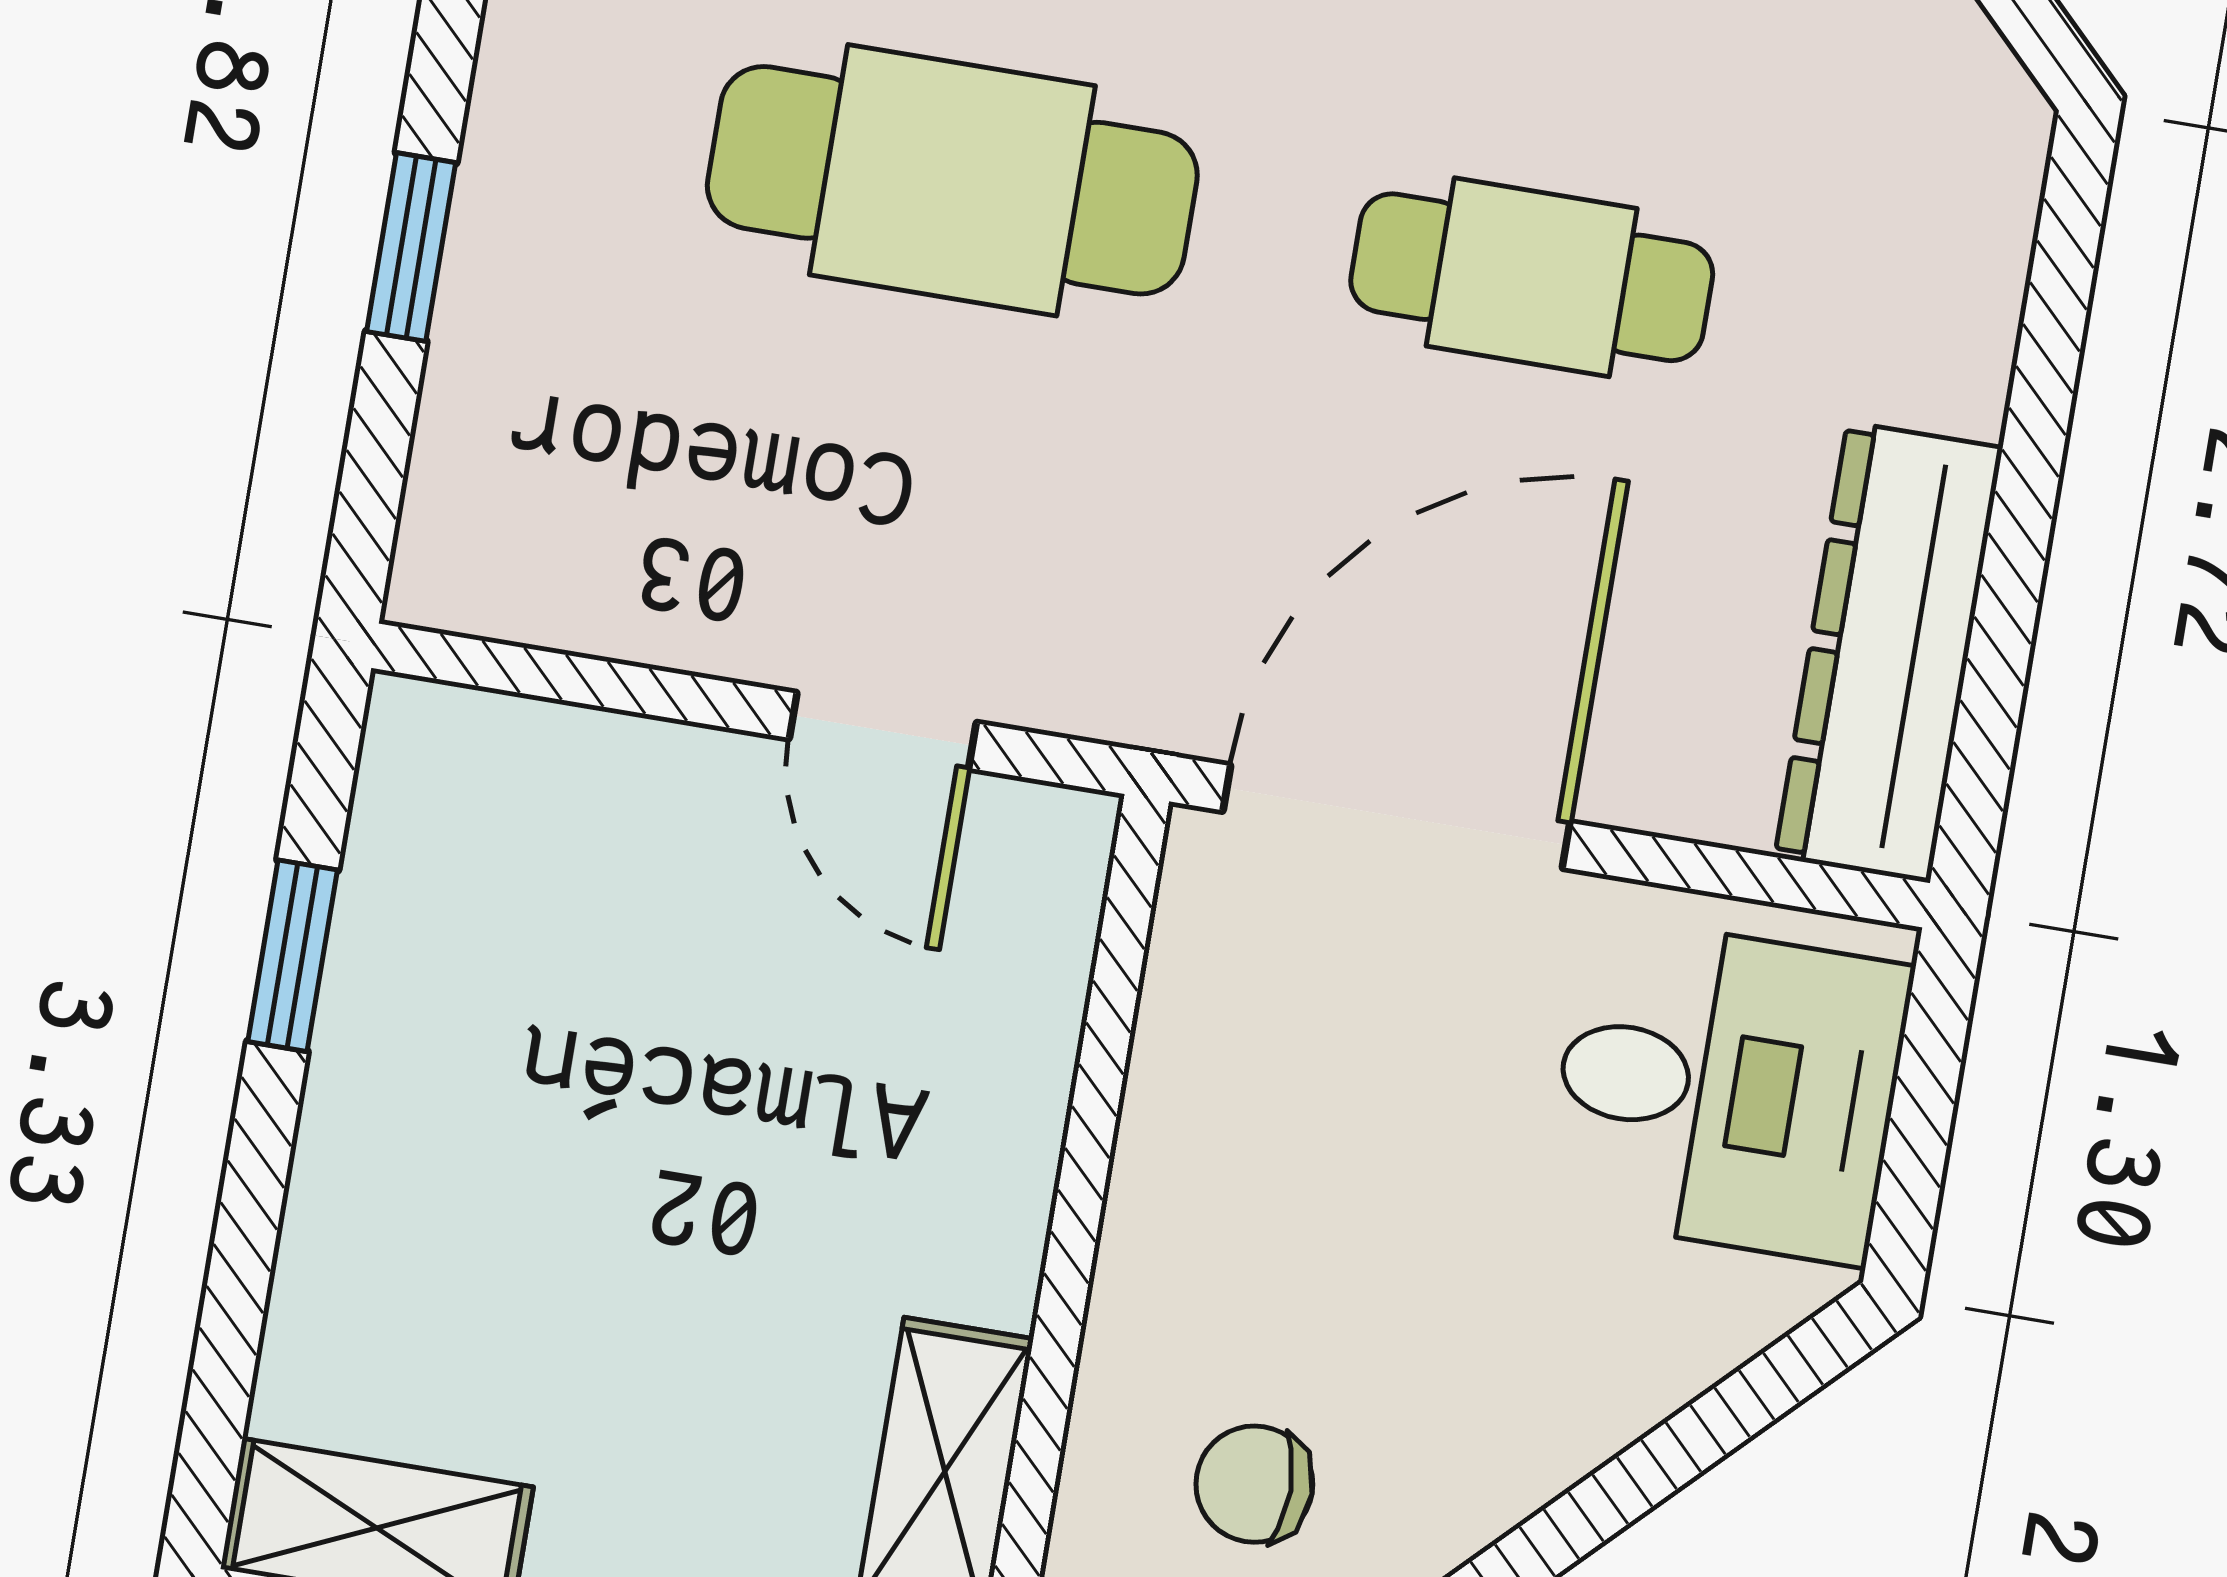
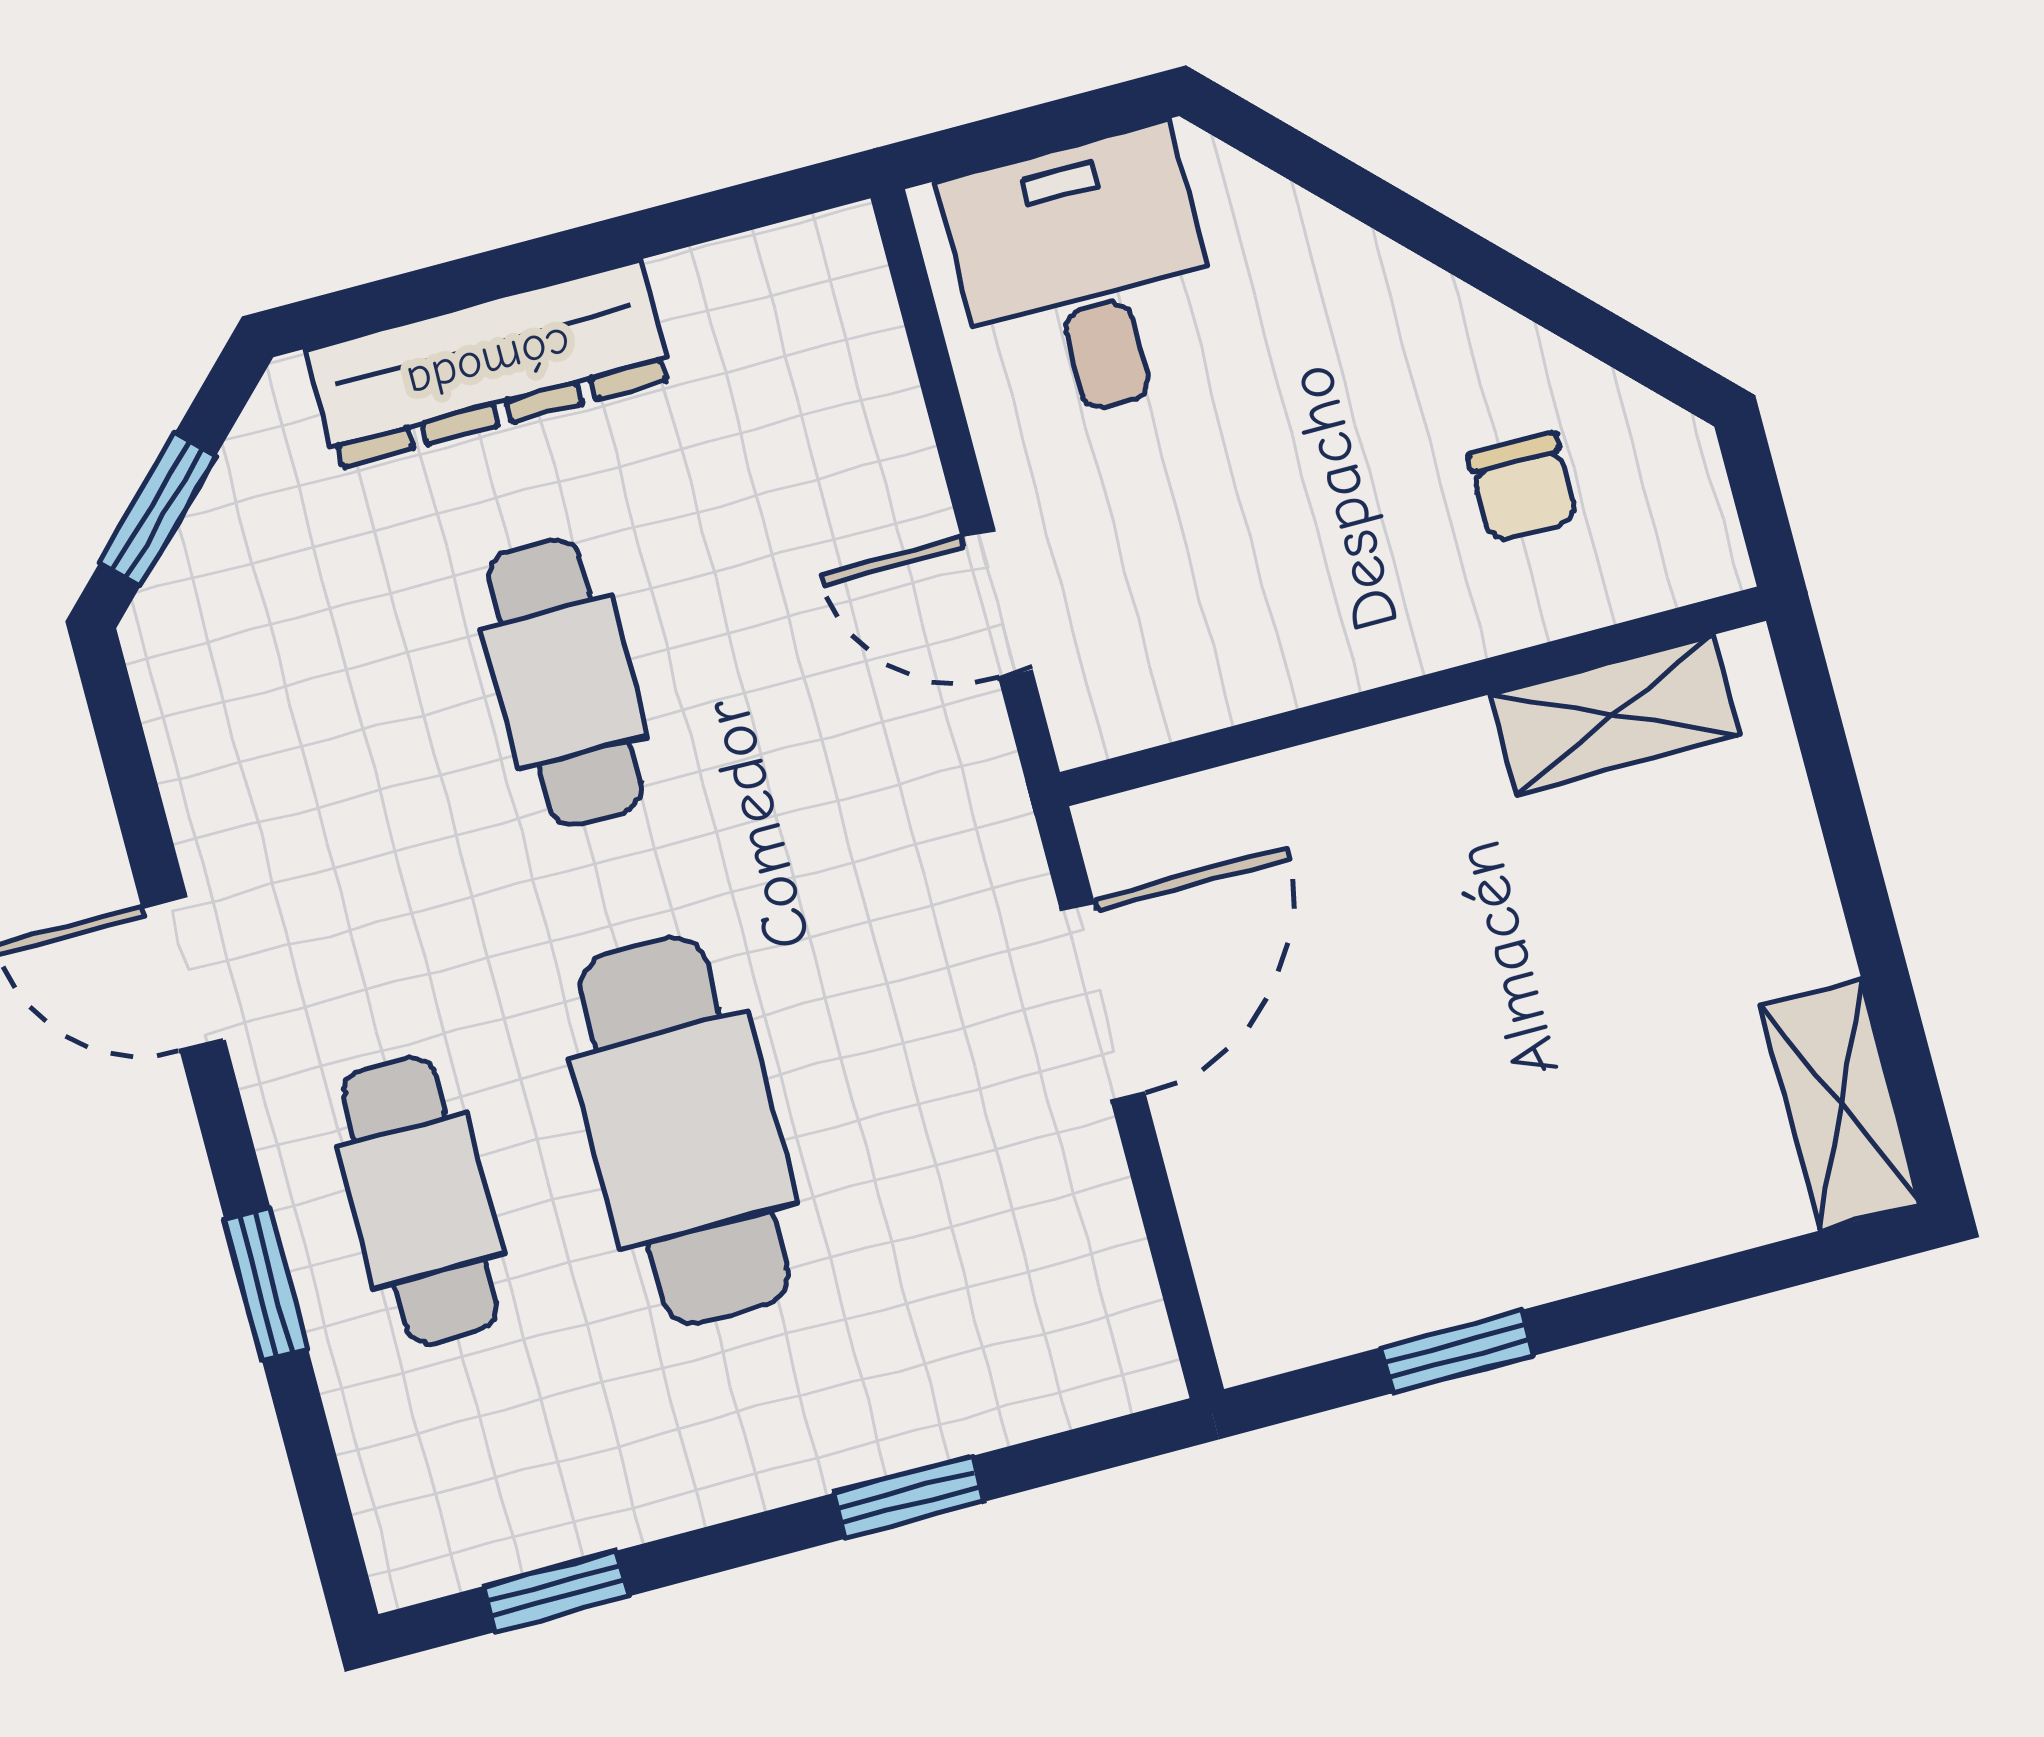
dresser: (1889, 652) -> (489, 364), moved
door: (883, 731) -> (1102, 1001), width x1.37
door: (1396, 817) -> (997, 603), width x0.53

